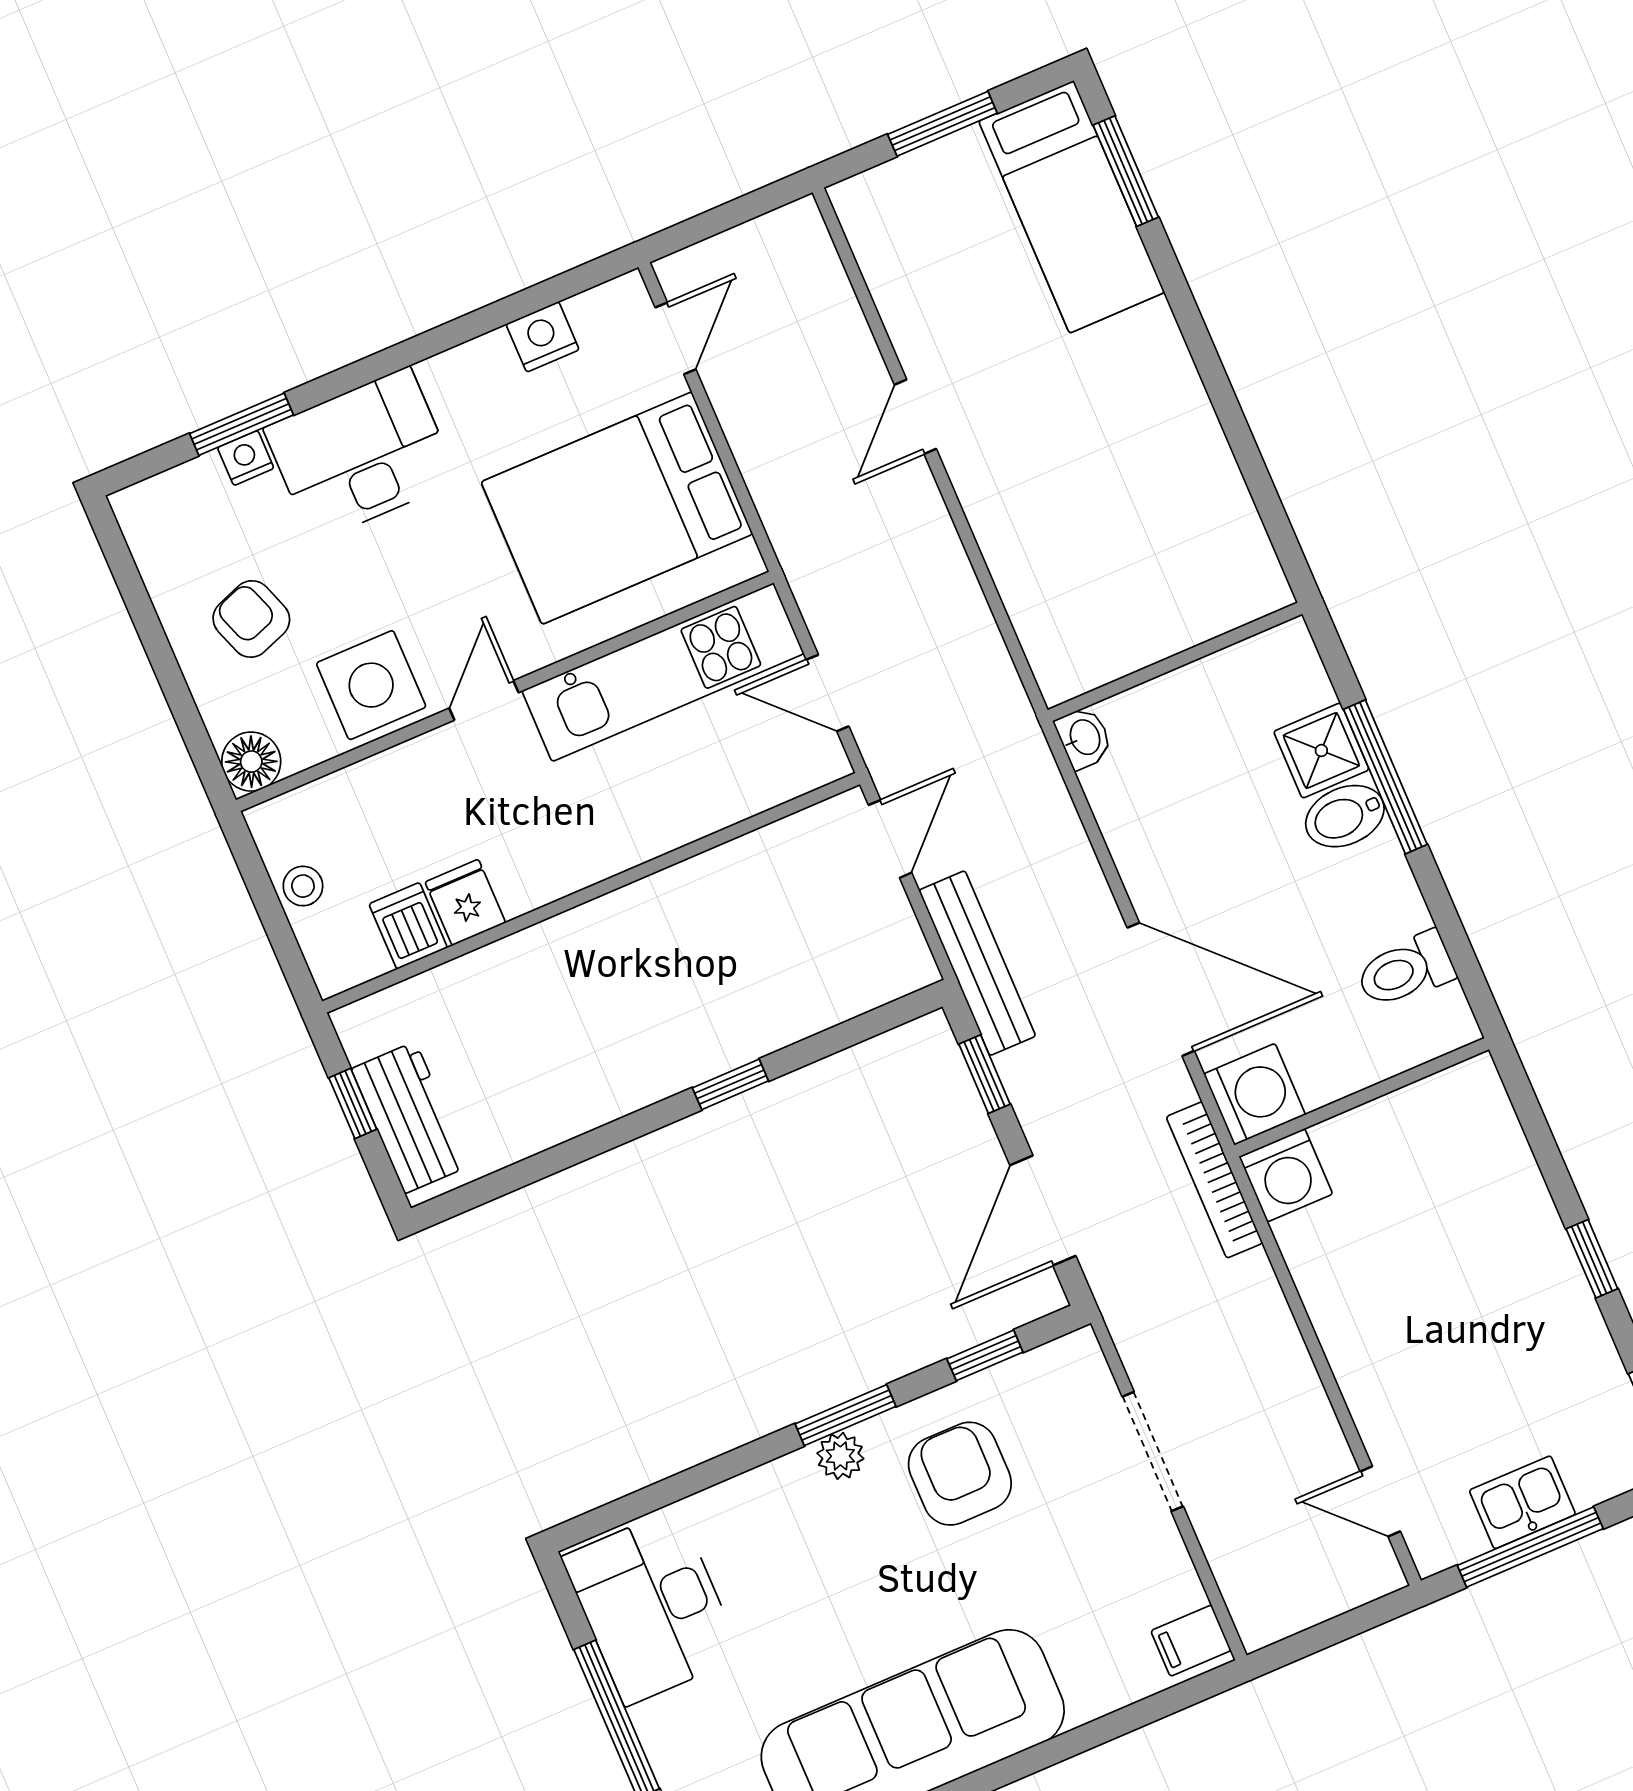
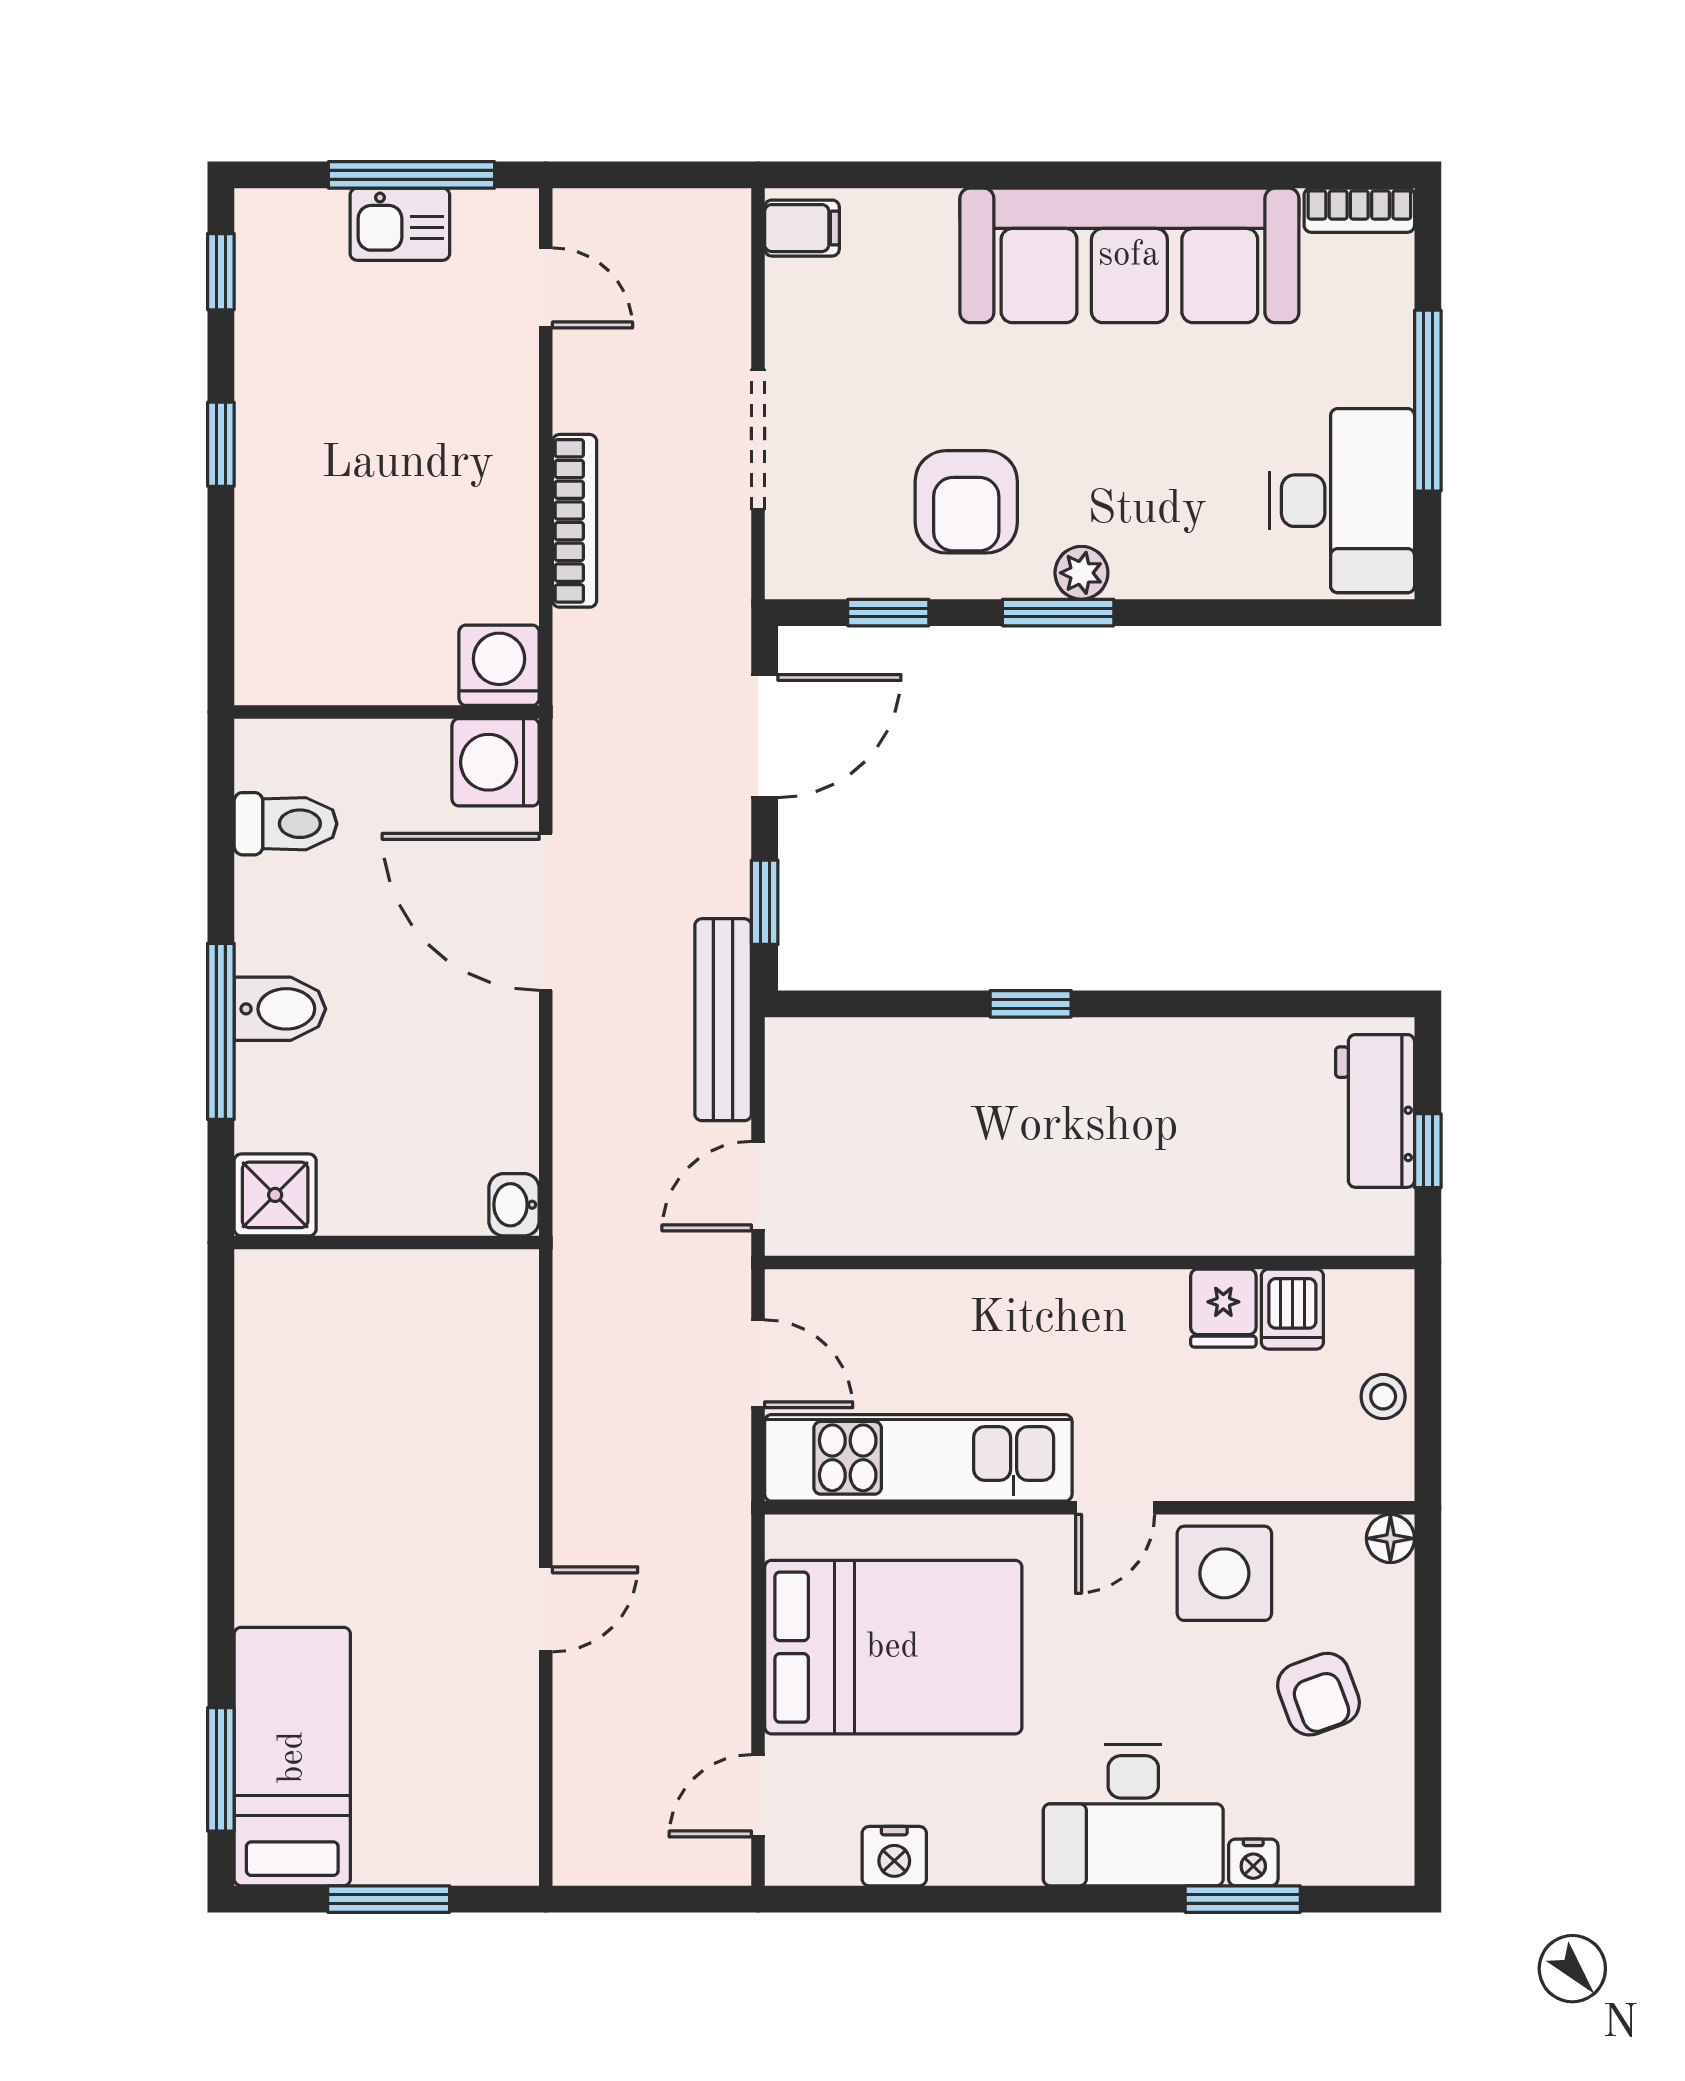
shower: (1321, 751) -> (275, 1195), moved
floor lamp: (251, 762) -> (1390, 1538), width x0.73, depth x0.73
bookcase: (1214, 1180) -> (575, 521), moved

